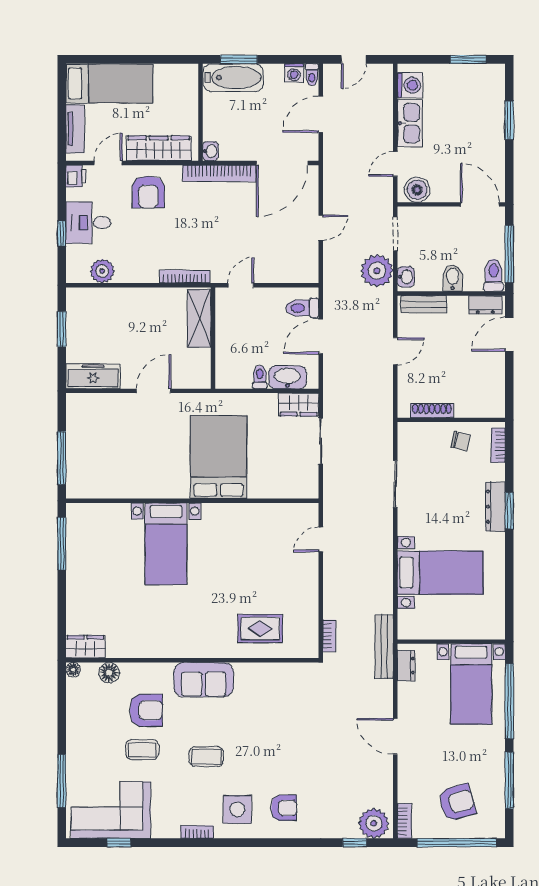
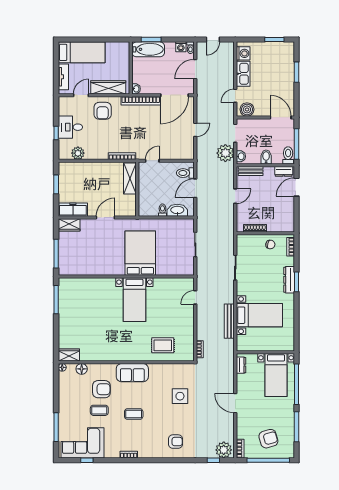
printer: (76, 176) -> (64, 102), removed
wardrobe: (299, 405) -> (69, 225), moved
bed with nightstands: (166, 544) -> (134, 300), moved
bench: (384, 647) -> (229, 321), moved
side table: (237, 809) -> (180, 396), moved

